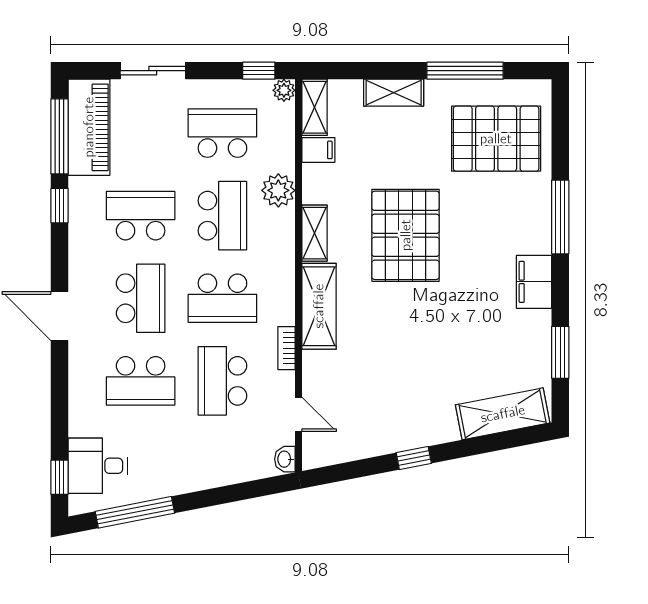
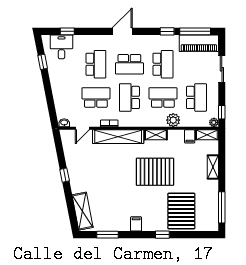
window: (465, 71) -> (222, 207), moved
pallet: (496, 139) -> (181, 211), moved
school desk: (222, 216) -> (163, 97), turned 180
window: (560, 217) -> (162, 235), width x0.46
filing cabinet: (534, 282) -> (136, 224), width x0.50
shelving: (319, 306) -> (118, 137), width x1.47
school desk: (141, 381) -> (96, 64), turned 180
window: (59, 477) -> (67, 31), moved
window: (135, 512) -> (43, 62), width x0.46

